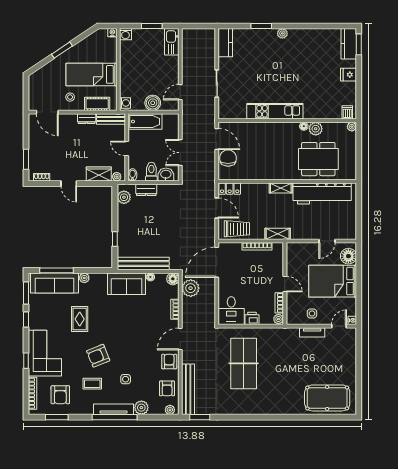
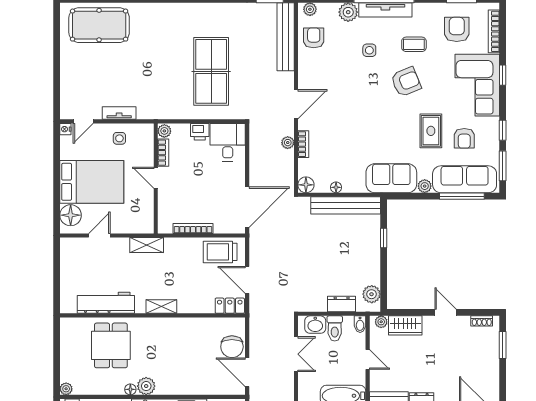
plant: (316, 129) -> (146, 386), moved
dining table: (318, 159) -> (111, 345), width x0.73
workbench: (322, 193) -> (106, 303), width x0.73, depth x0.76
shelving: (278, 234) -> (147, 245), moved
sofa: (127, 284) -> (391, 178), moved
plant: (191, 288) -> (288, 143), moved, width x0.53, depth x0.53
armchair: (169, 362) -> (464, 138), moved

